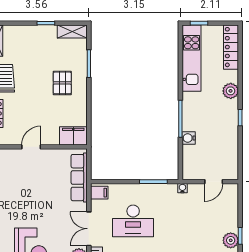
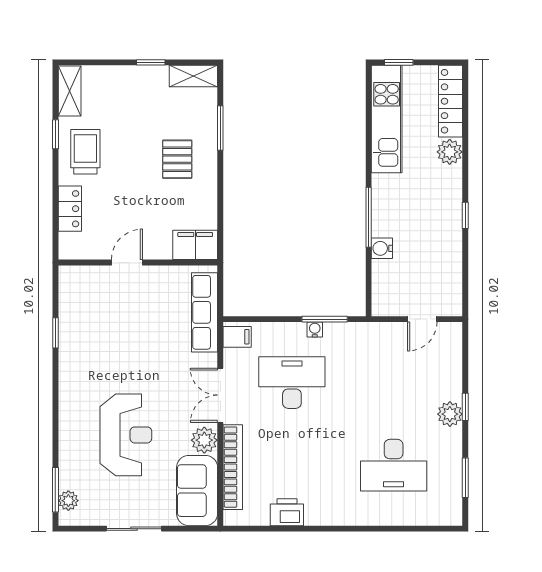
plant: (231, 91) -> (450, 152), moved
water cooler: (182, 188) -> (315, 329), moved
desk: (133, 221) -> (292, 383), turned 180

